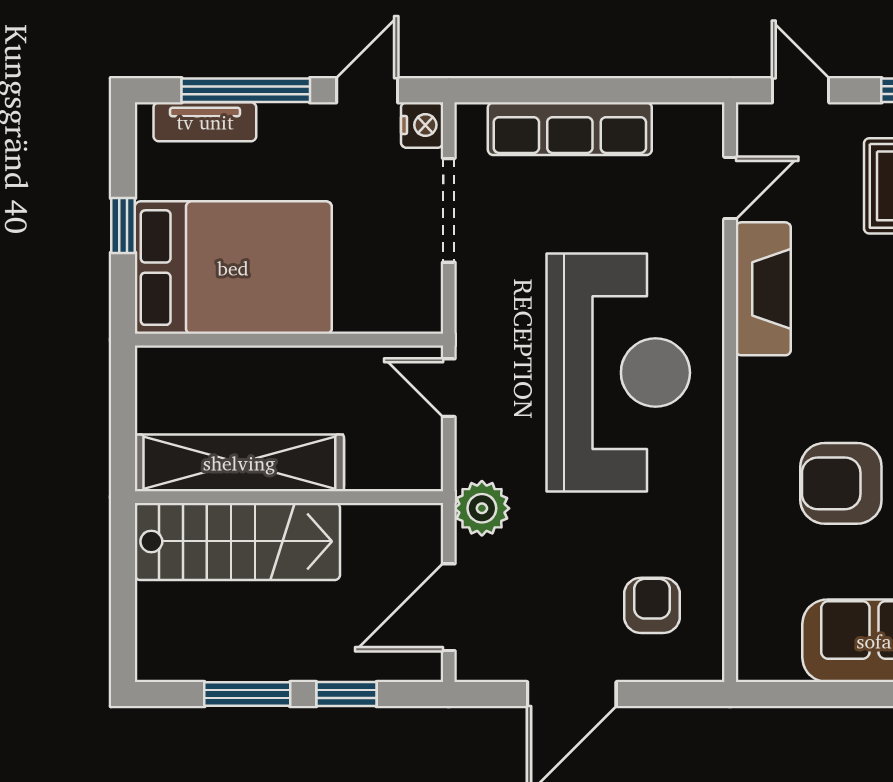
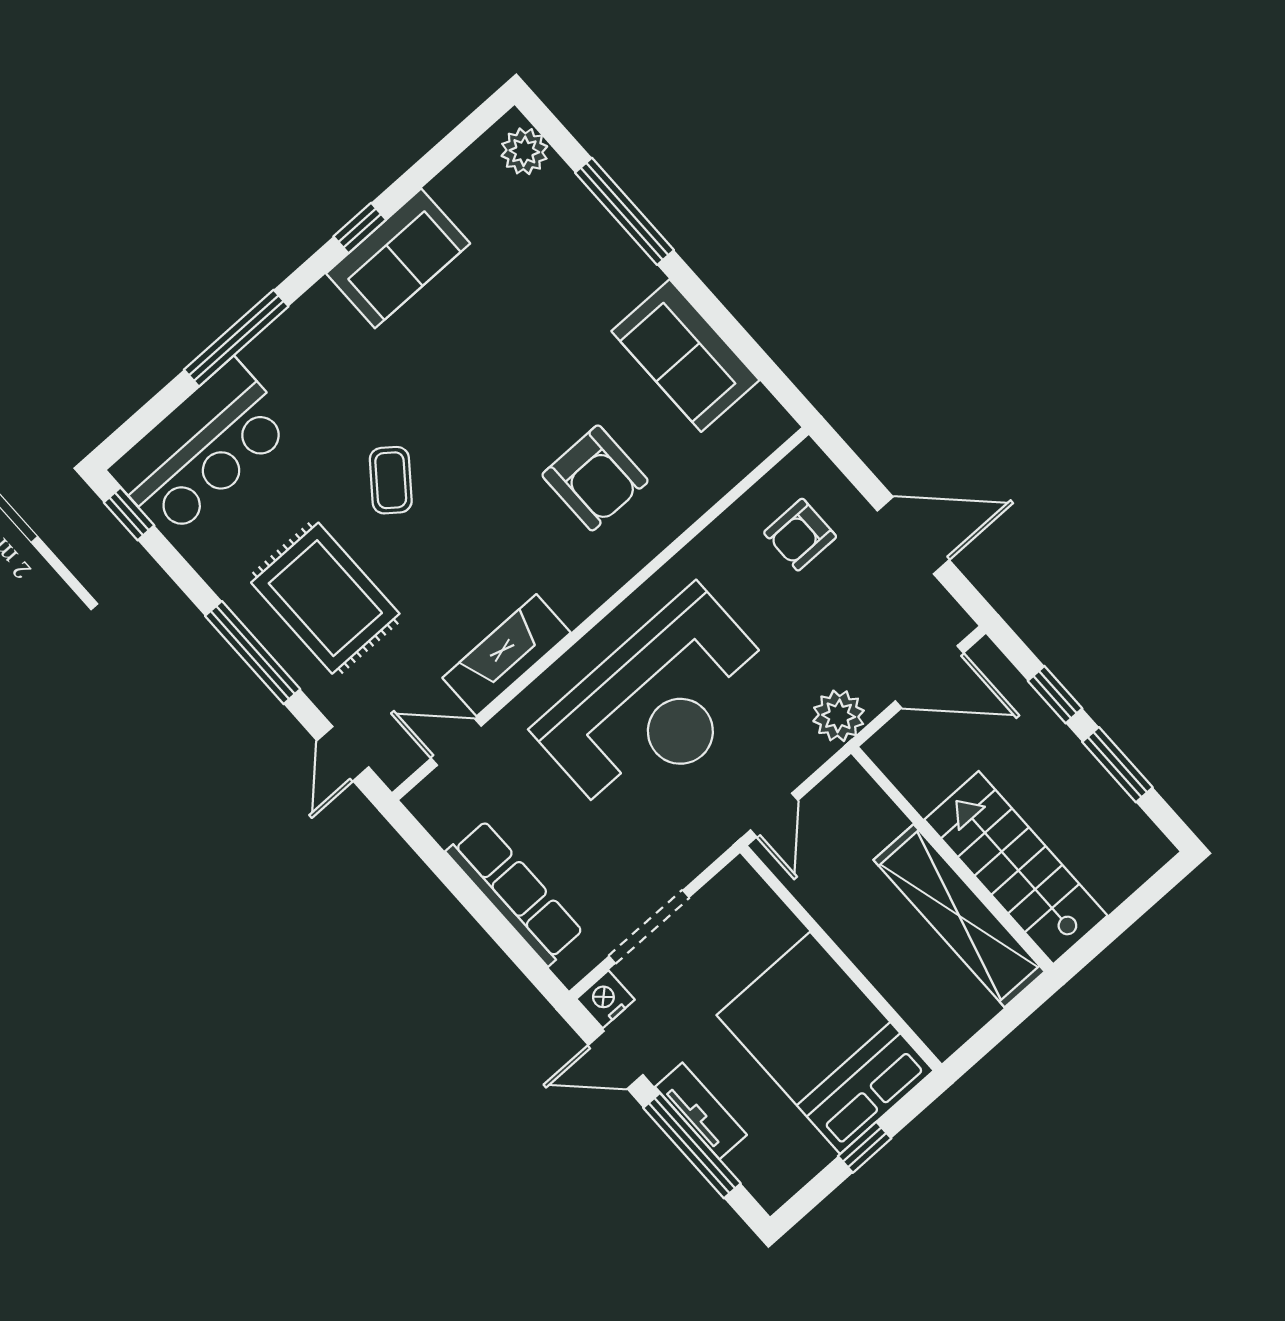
tv unit: (205, 122) -> (701, 1111), moved
reception desk: (618, 373) -> (657, 705), turned 180

